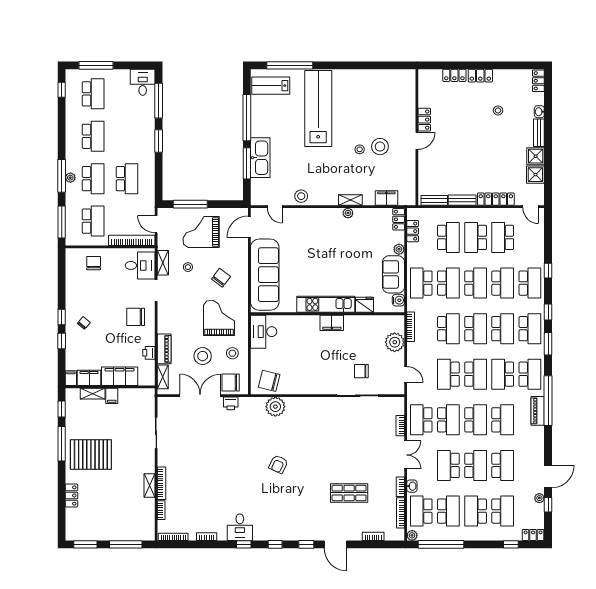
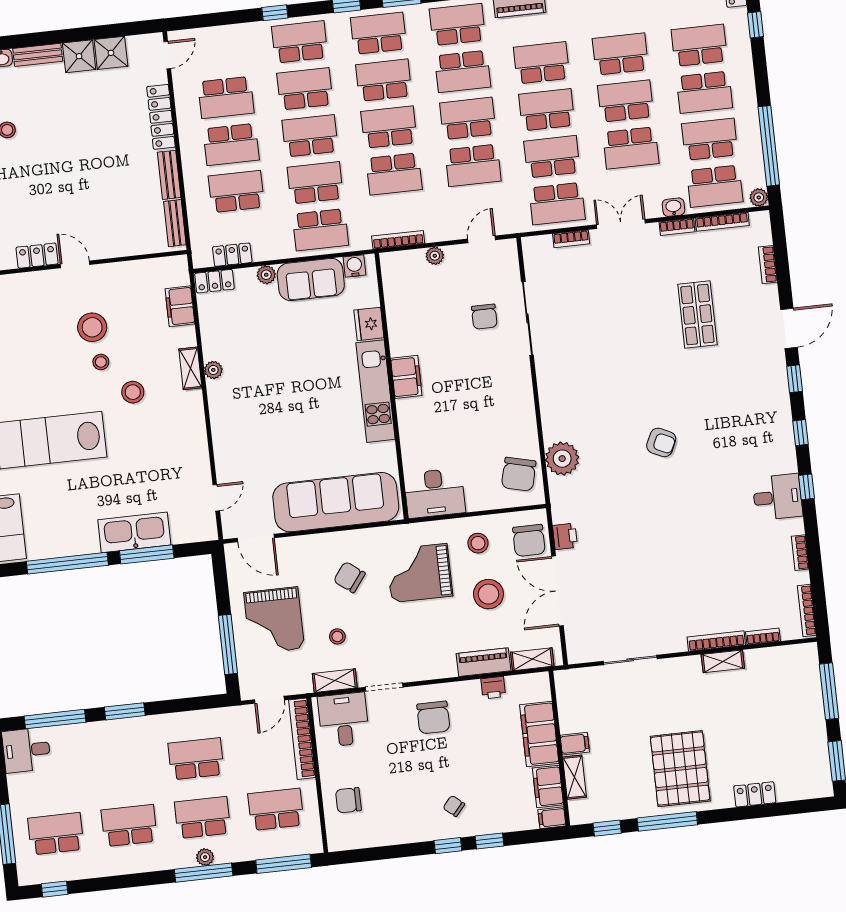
stool: (301, 196) -> (133, 392), moved
school desk: (448, 329) -> (394, 174), turned 180
plant: (395, 342) -> (435, 256), width x0.53, depth x0.53

